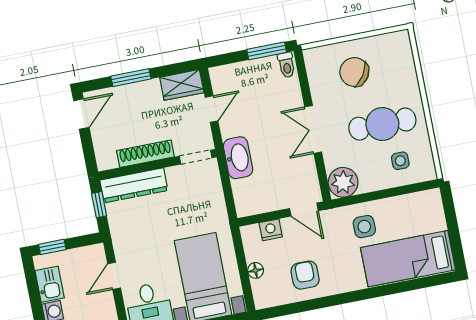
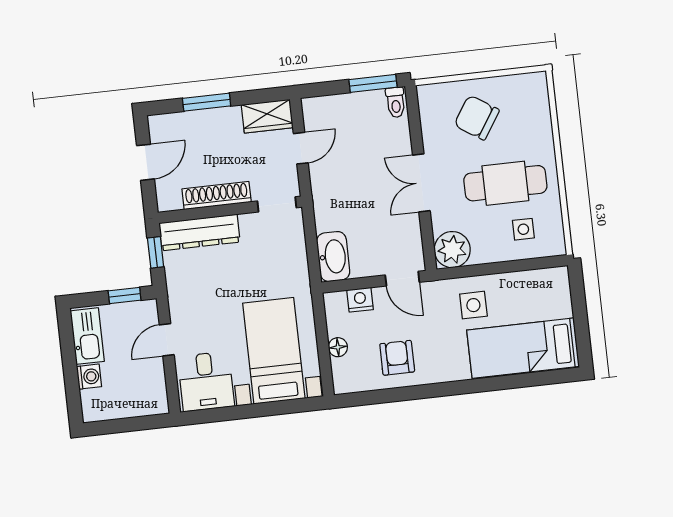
door: (81, 114) -> (145, 162), moved
washbasin: (238, 158) -> (333, 257), moved
window: (52, 247) -> (125, 295), moved
kitchen sink: (50, 284) -> (87, 336), width x1.38

